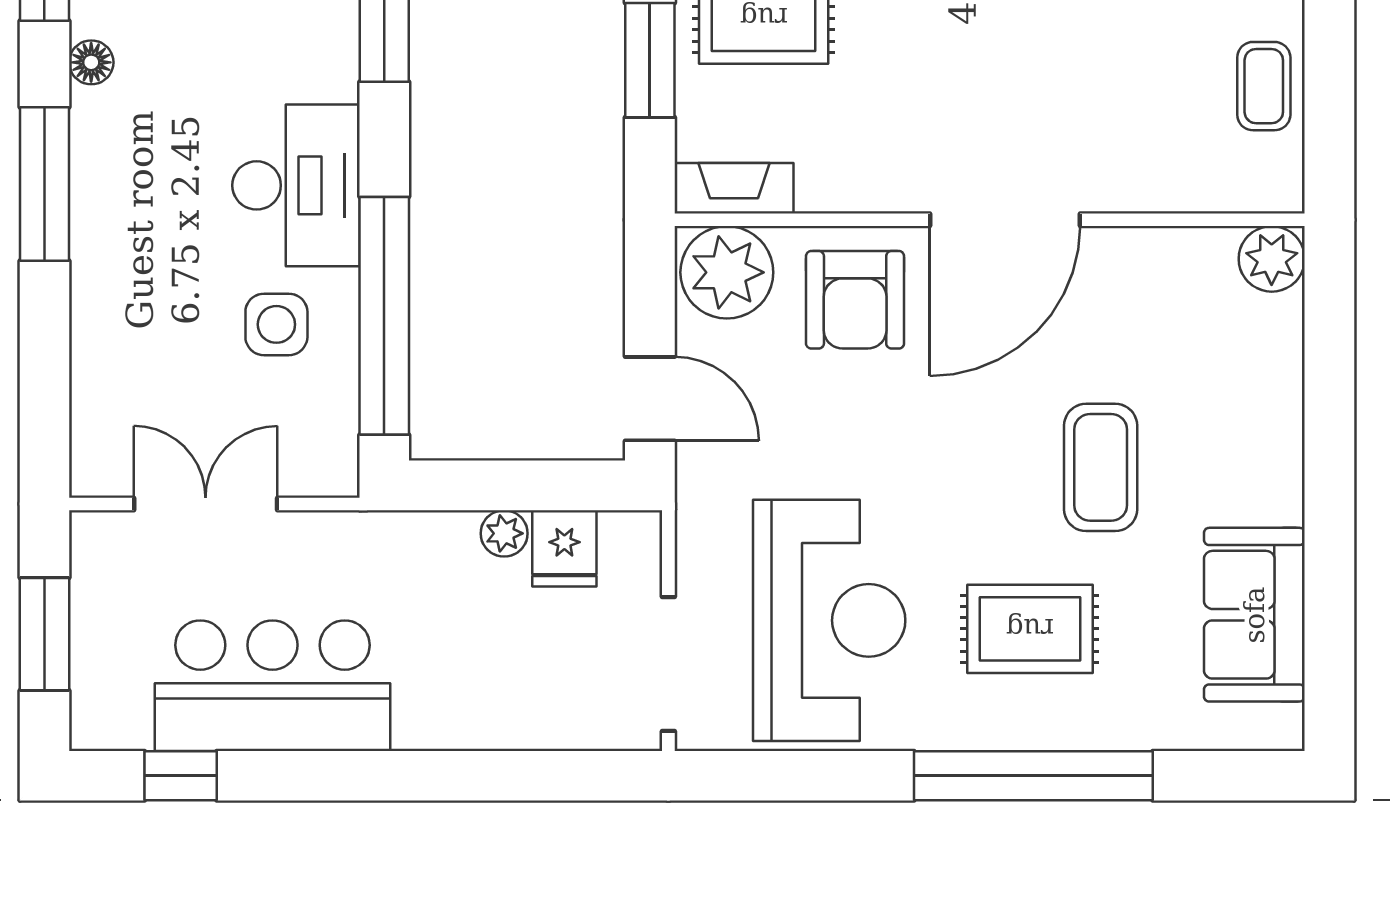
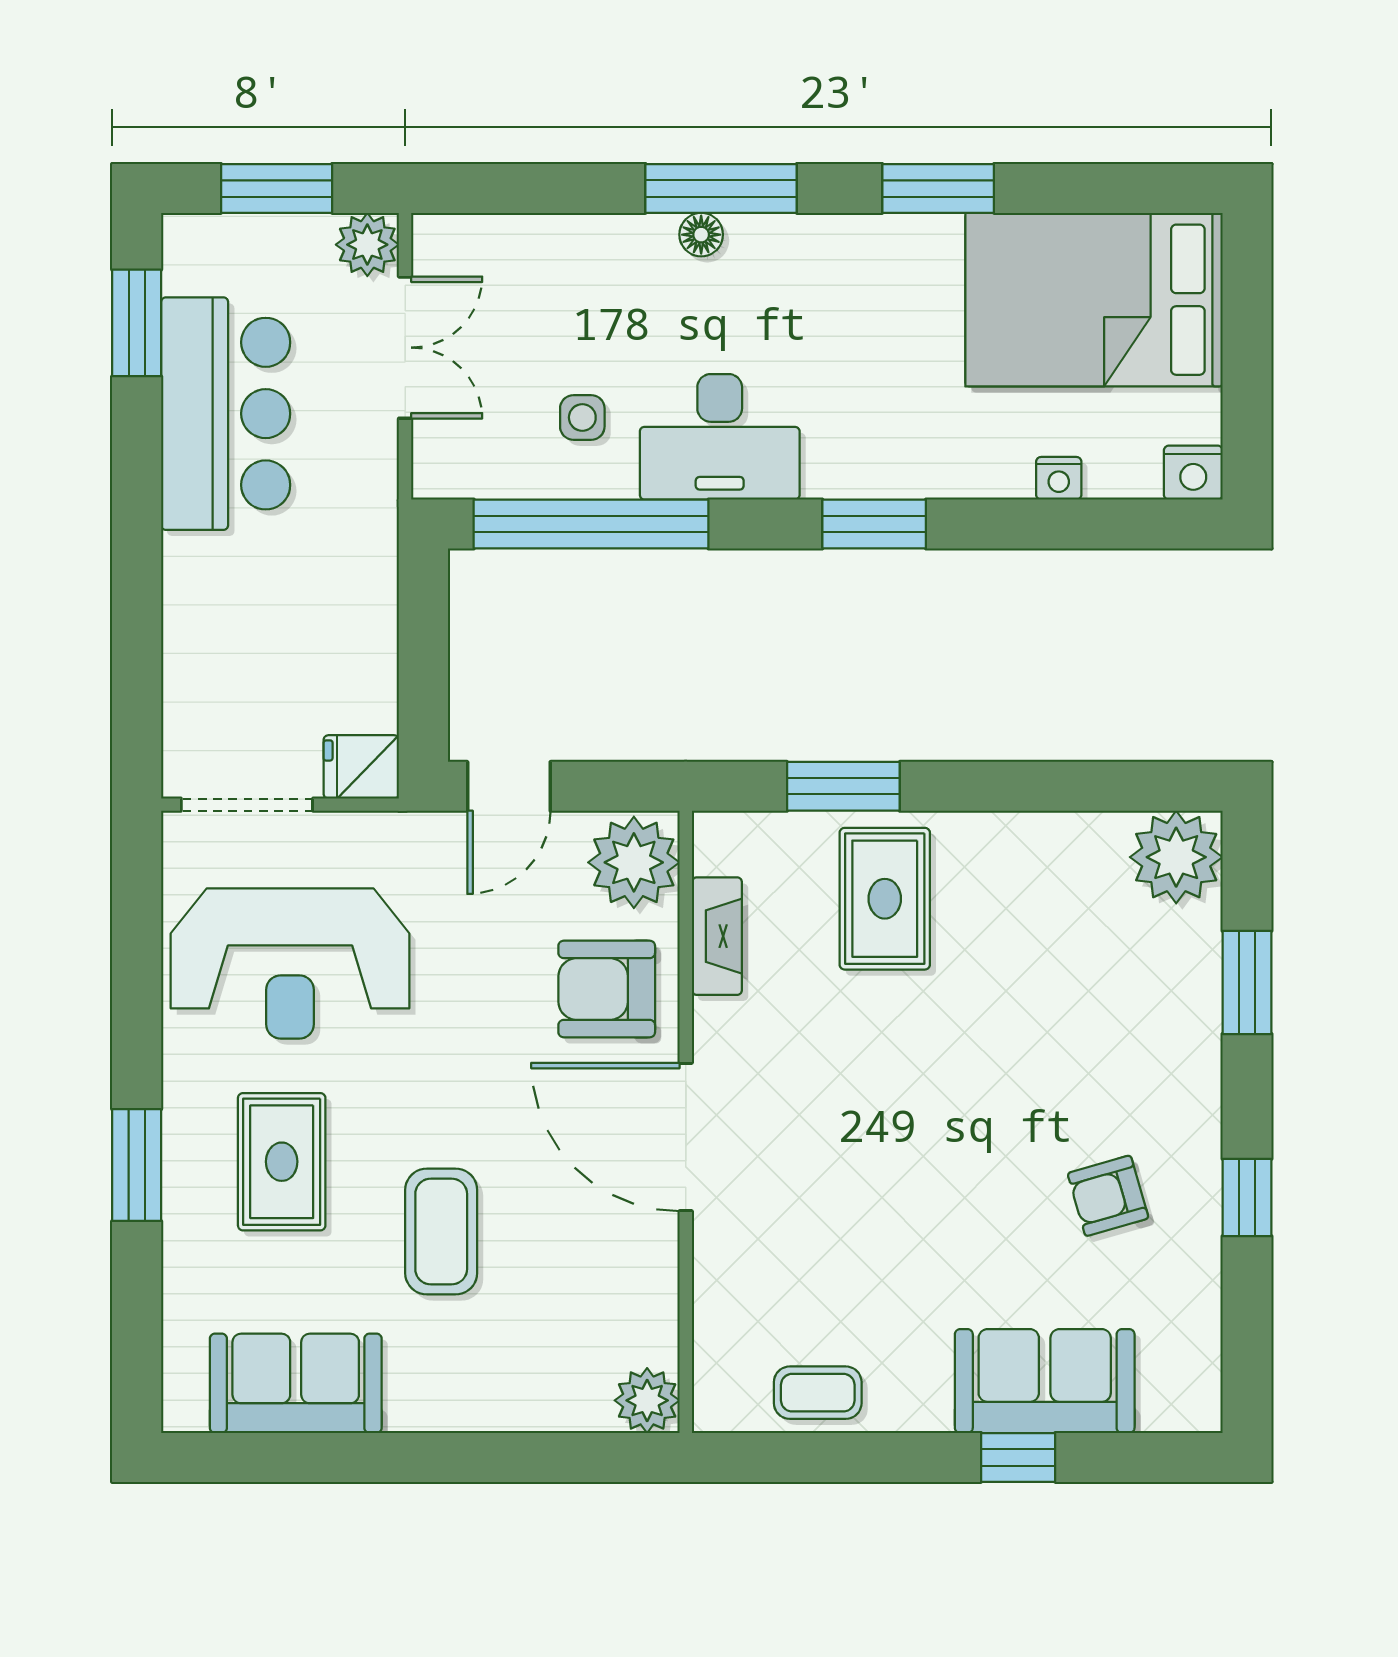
floor lamp: (91, 62) -> (701, 235), moved
fireplace: (734, 188) -> (717, 936), moved
side table: (276, 324) -> (582, 417), width x0.73, depth x0.73
coffee table: (1101, 467) -> (441, 1232), turned 90
plant: (504, 533) -> (367, 245), moved, width x1.38, depth x1.38
fridge: (564, 548) -> (361, 767), moved
window: (181, 776) -> (137, 323), width x1.50
window: (1033, 776) -> (137, 1165), width x0.47

